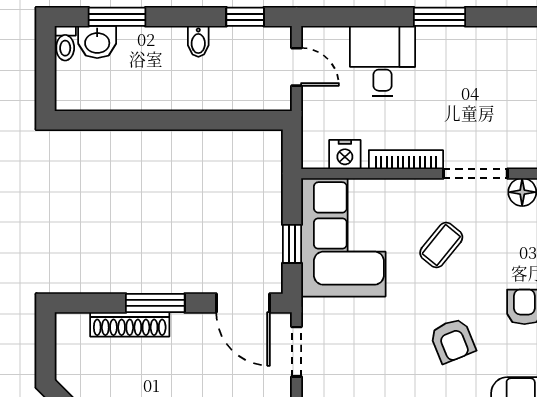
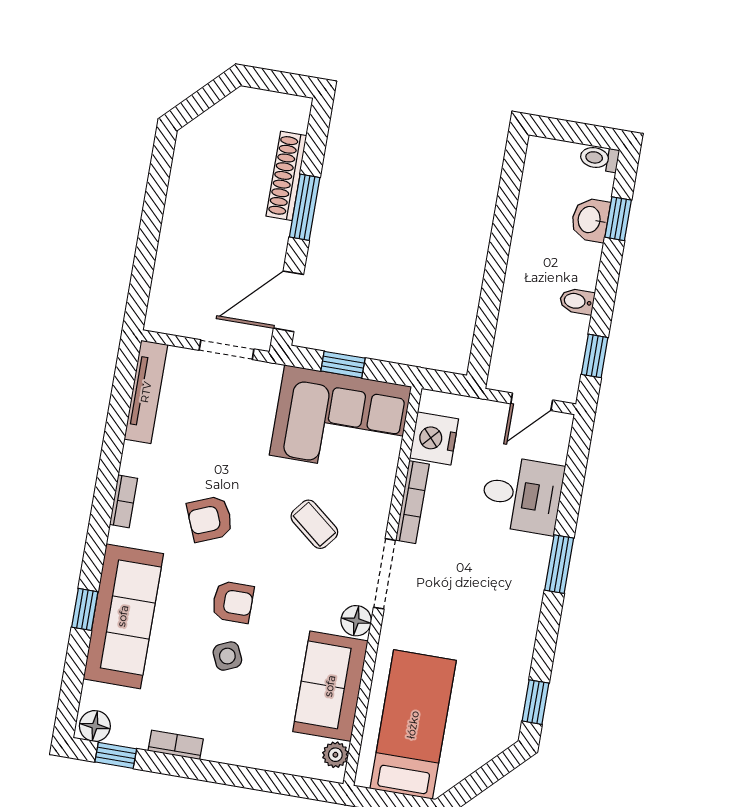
window: (117, 17) -> (618, 219), width x0.67
washbasin: (97, 42) -> (590, 220), moved
nightstand: (345, 154) -> (434, 438), width x1.36, depth x1.33

